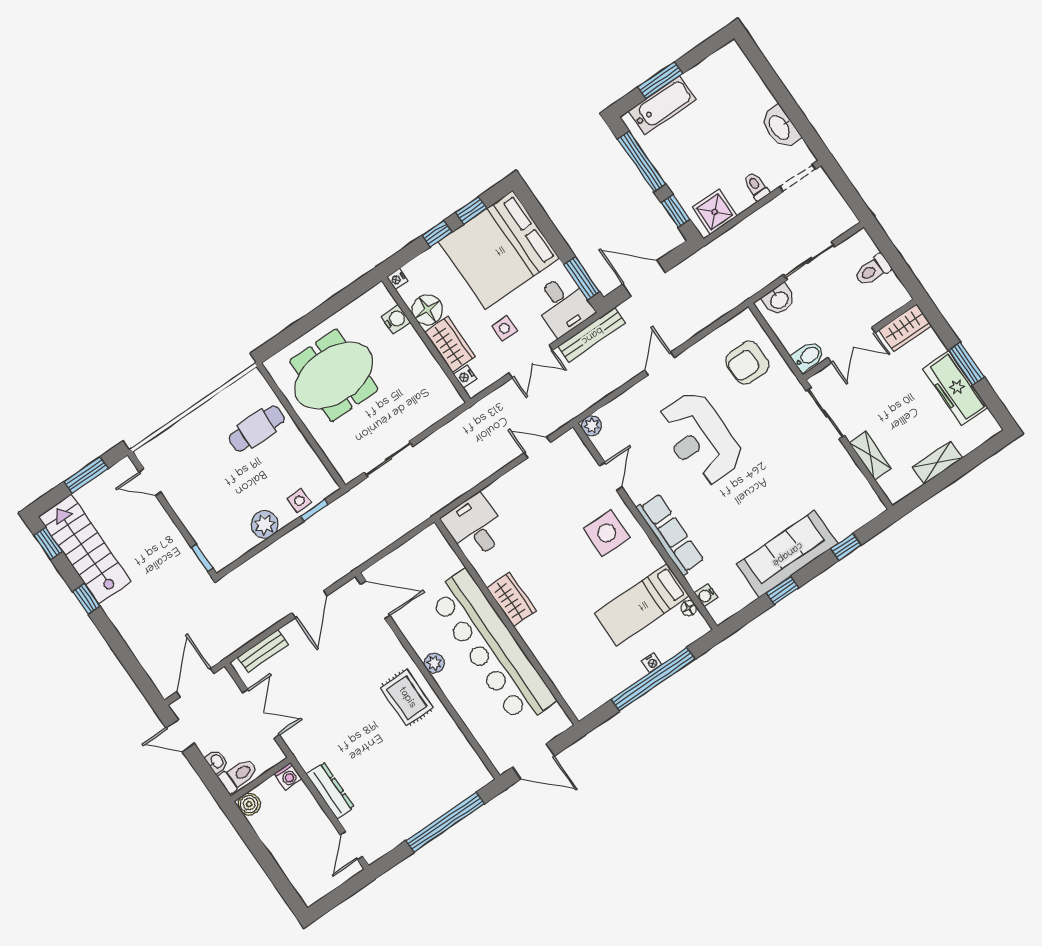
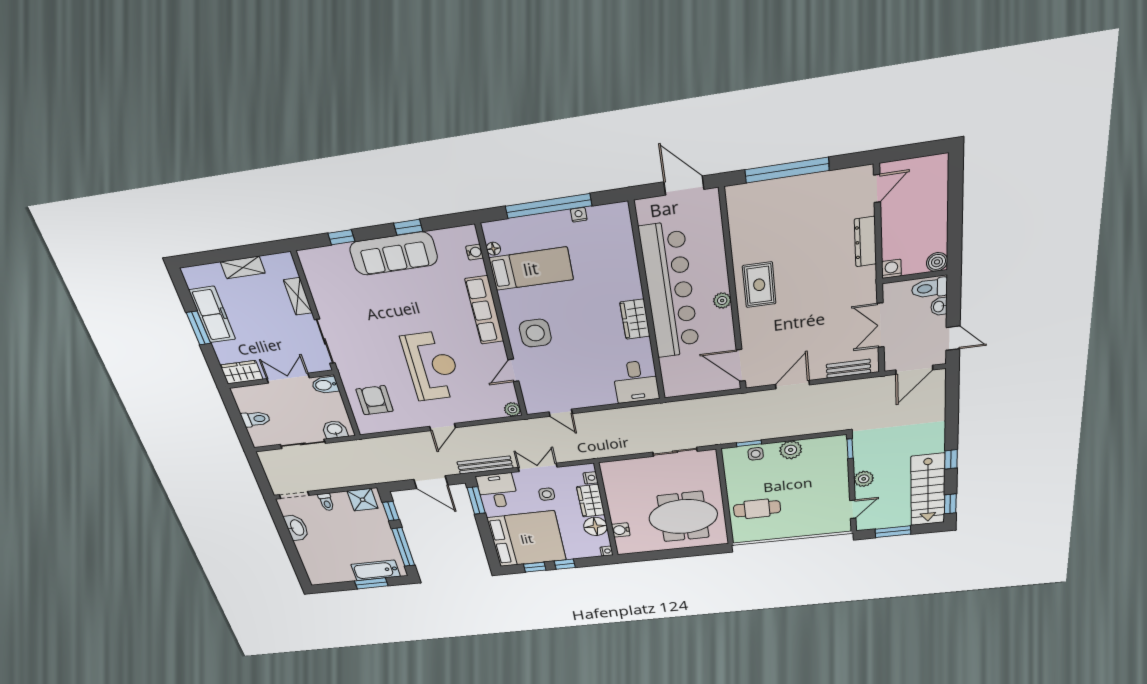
armchair: (747, 363) -> (375, 400), turned -90
door: (150, 482) -> (853, 509), hinge flipped
plant: (163, 528) -> (864, 479), added
nightstand: (652, 662) -> (579, 215), moved

